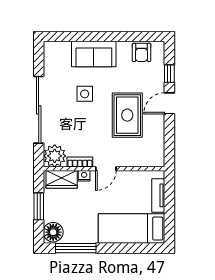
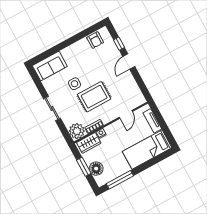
sofa: (94, 54) -> (50, 66), moved
sliding door: (39, 110) -> (52, 108), width x0.54
rug: (127, 115) -> (94, 97), moved, turned 90
door: (106, 169) -> (126, 114), moved
floor lamp: (53, 232) -> (96, 169), moved

